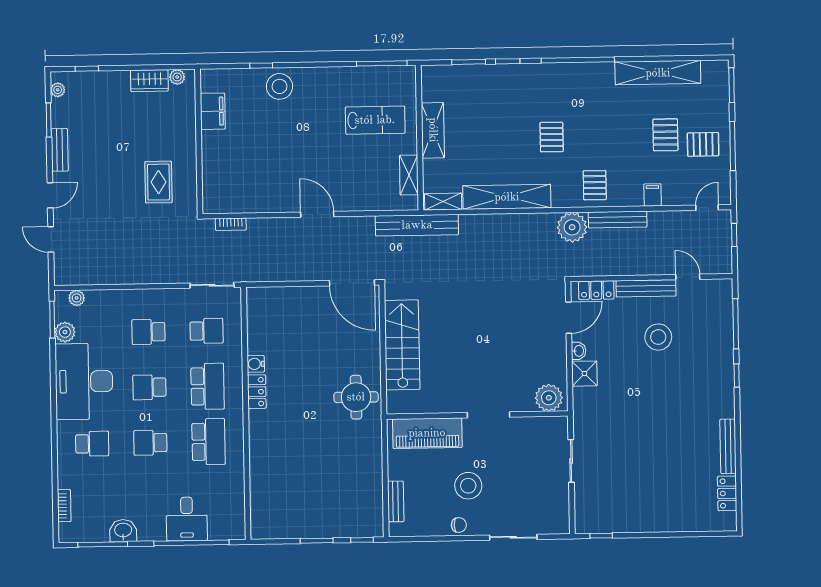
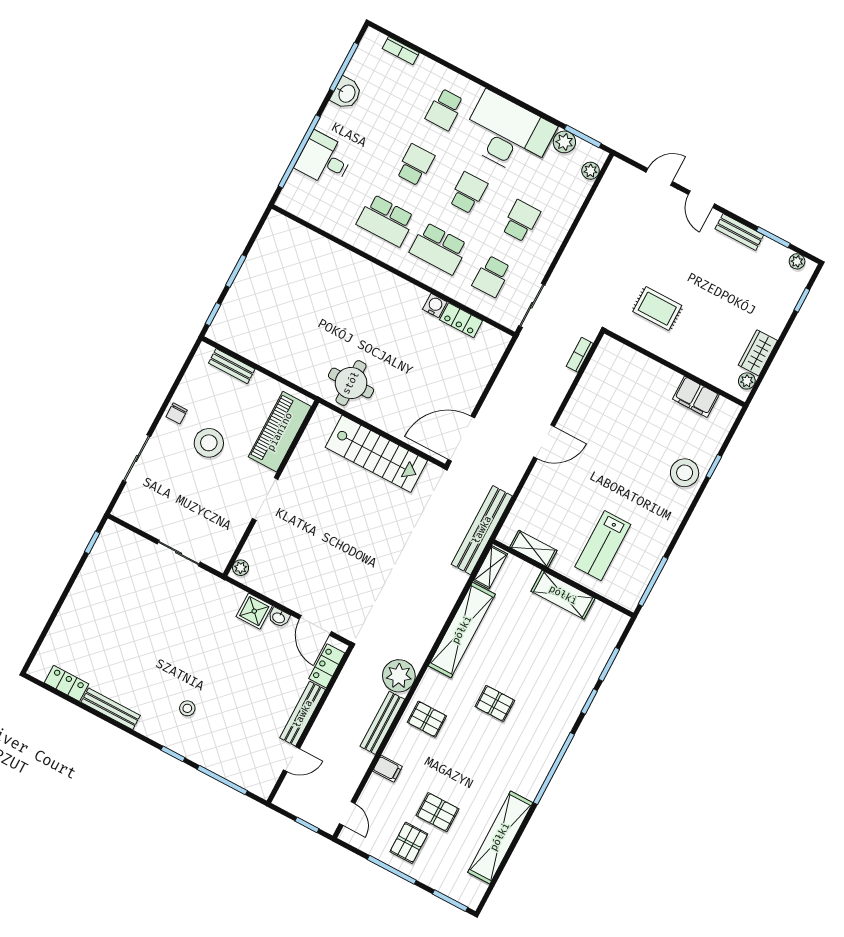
stool: (658, 337) -> (187, 708), moved, width x0.53, depth x0.53
locker: (257, 392) -> (461, 320), moved
plant: (549, 398) -> (241, 568), width x0.53, depth x0.53

